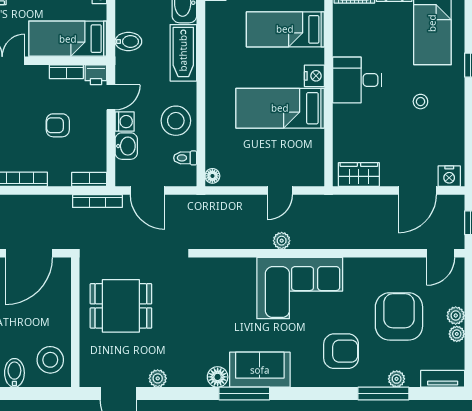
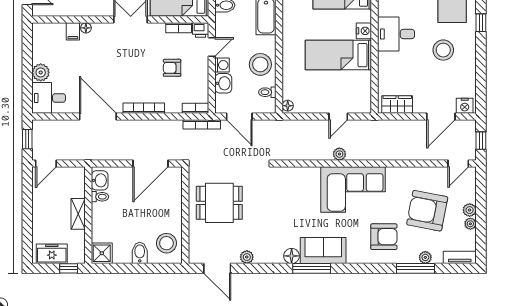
stool: (420, 102) -> (443, 50), width x1.89, depth x1.89
armchair: (399, 316) -> (427, 211), turned -79

